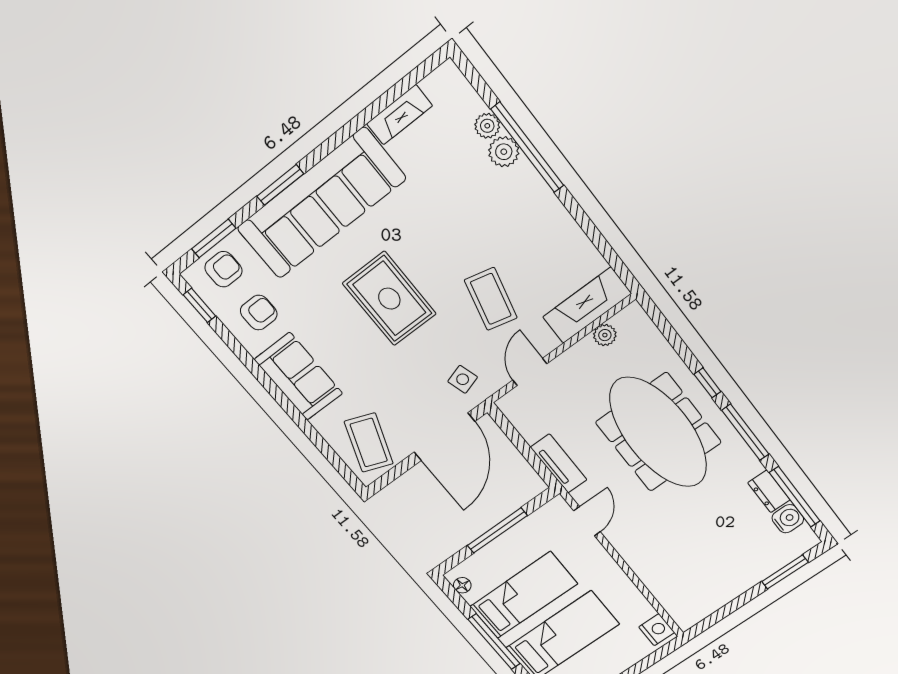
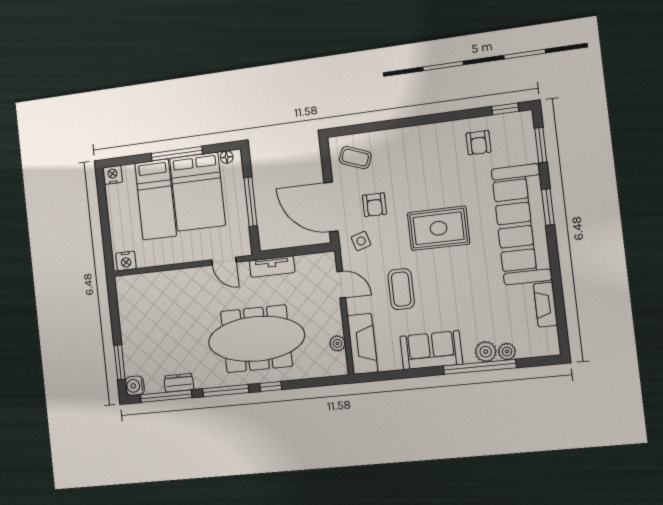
armchair: (223, 269) -> (374, 205), moved
coffee table: (491, 299) -> (401, 289), turned 76
sofa: (298, 376) -> (431, 350), moved, turned 180
coffee table: (369, 443) -> (355, 158), width x0.73, depth x0.77
water cooler: (788, 519) -> (135, 386), moved, turned 90
bed: (524, 595) -> (198, 192), width x1.50

